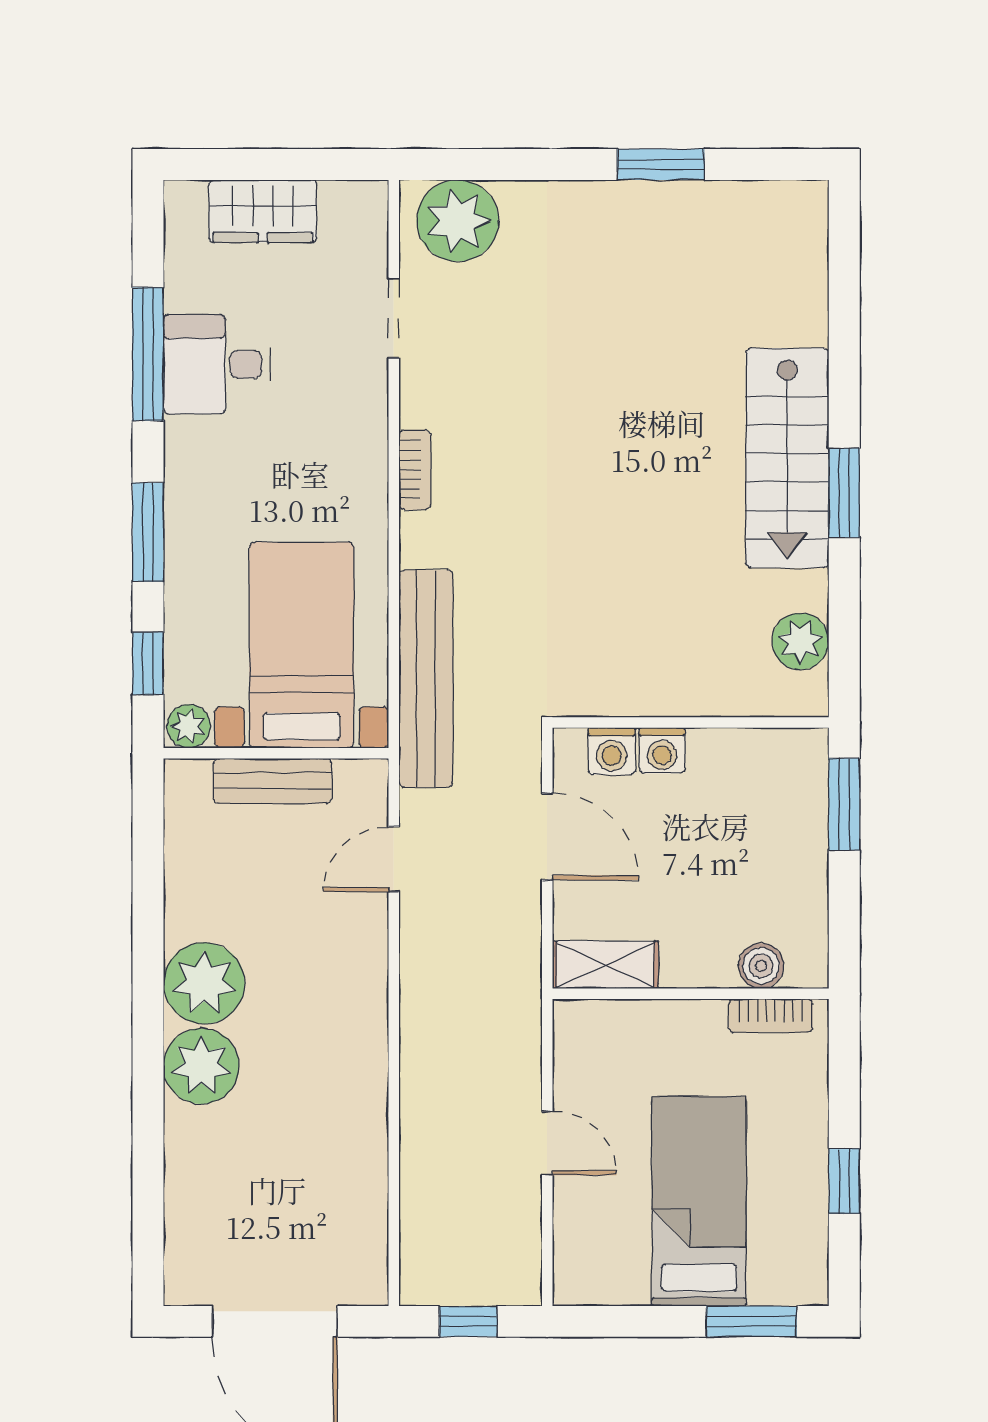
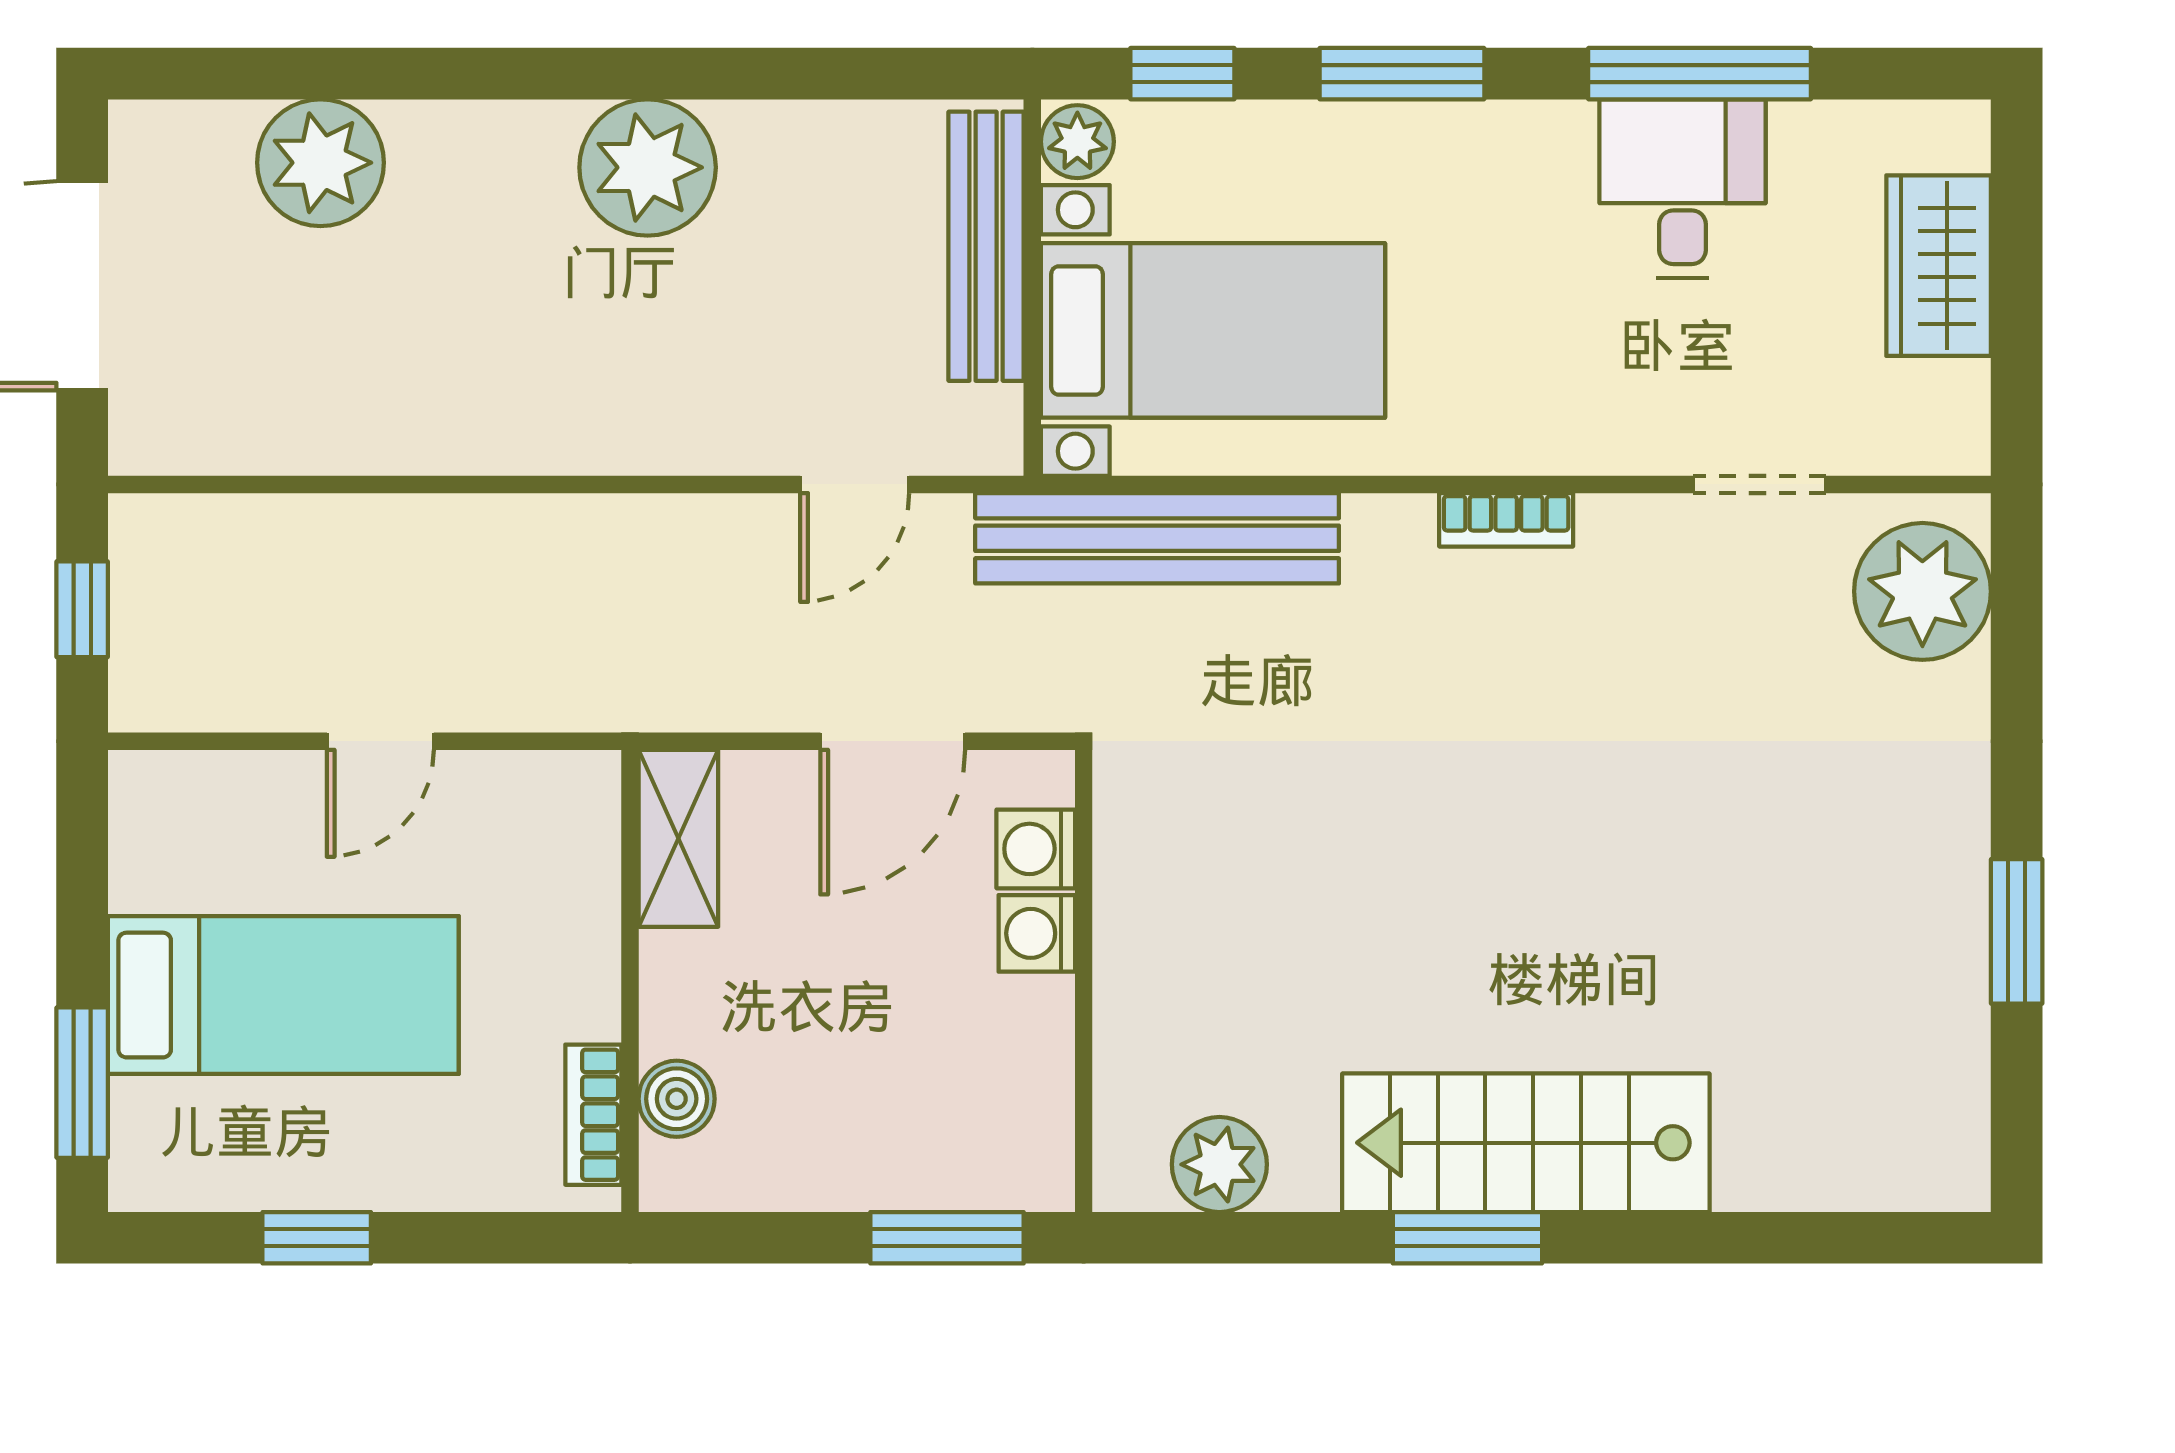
bench: (273, 781) -> (986, 246), width x1.36
door: (394, 859) -> (855, 484), swing flipped
plant: (201, 1066) -> (320, 163), moved

